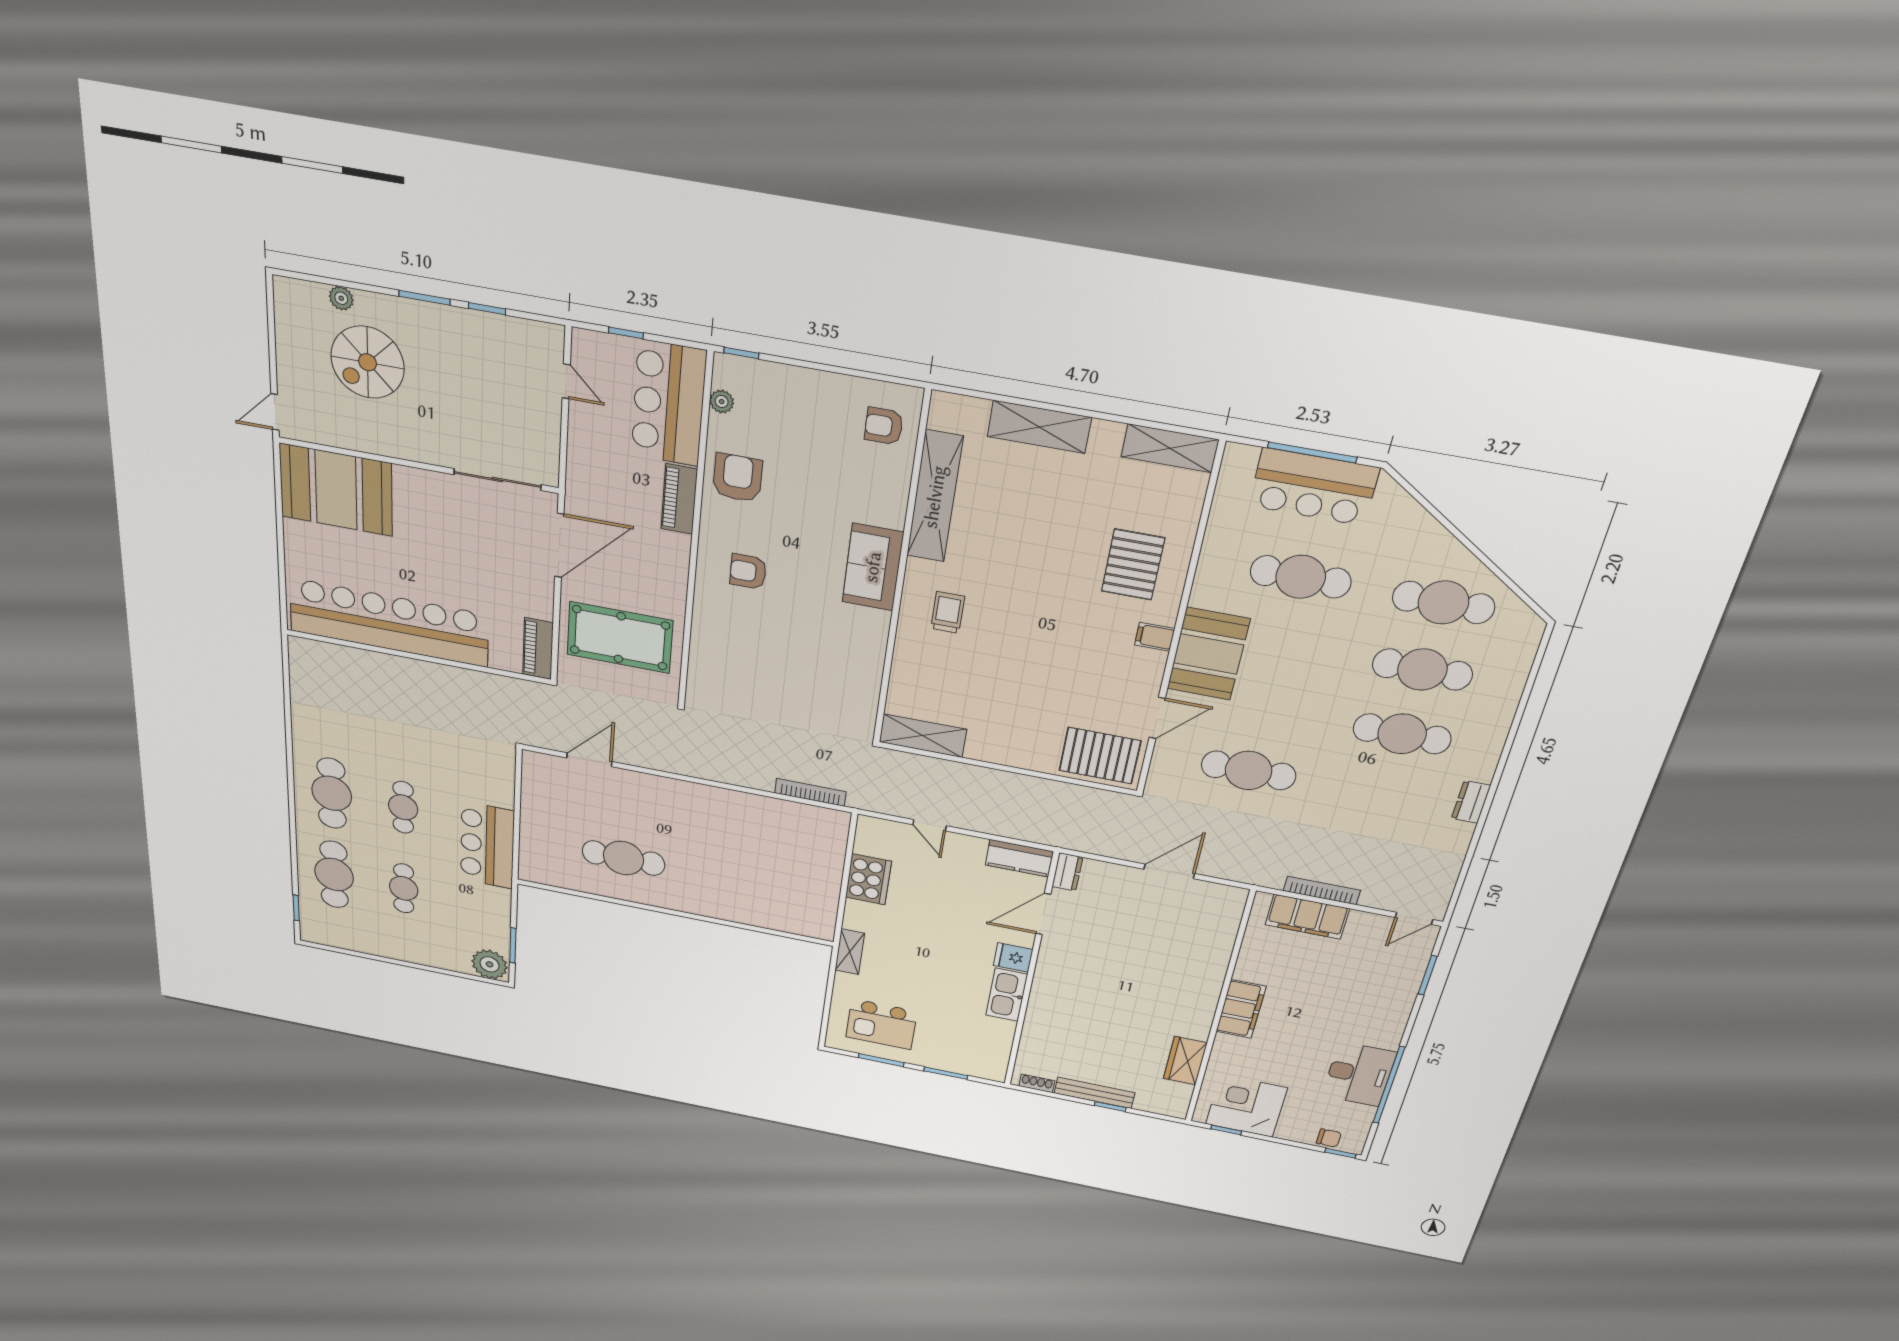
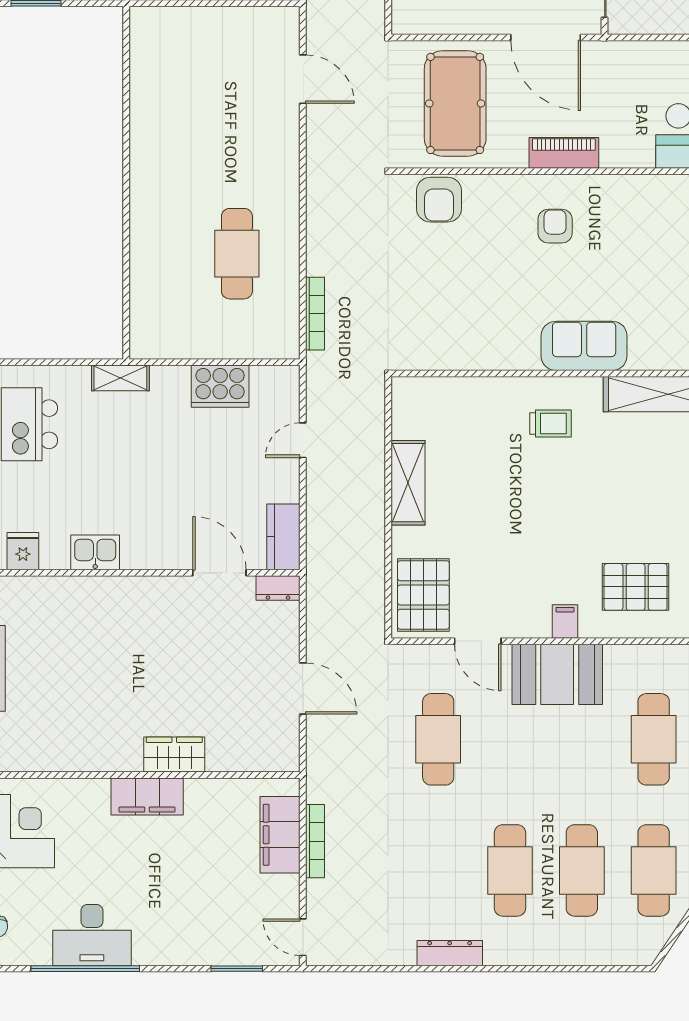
armchair: (738, 478) -> (439, 200), moved, turned 90
piano: (679, 499) -> (564, 153), moved
piano: (538, 649) -> (425, 20), removed
shelving: (923, 736) -> (408, 483), moved
dresser: (1471, 802) -> (450, 953), width x1.44
cafe table: (623, 858) -> (237, 254), moved
fridge: (1013, 957) -> (23, 551), moved
kitchen sink: (1007, 995) -> (95, 552), width x0.73
wardrobe: (1185, 1061) -> (174, 755), moved

